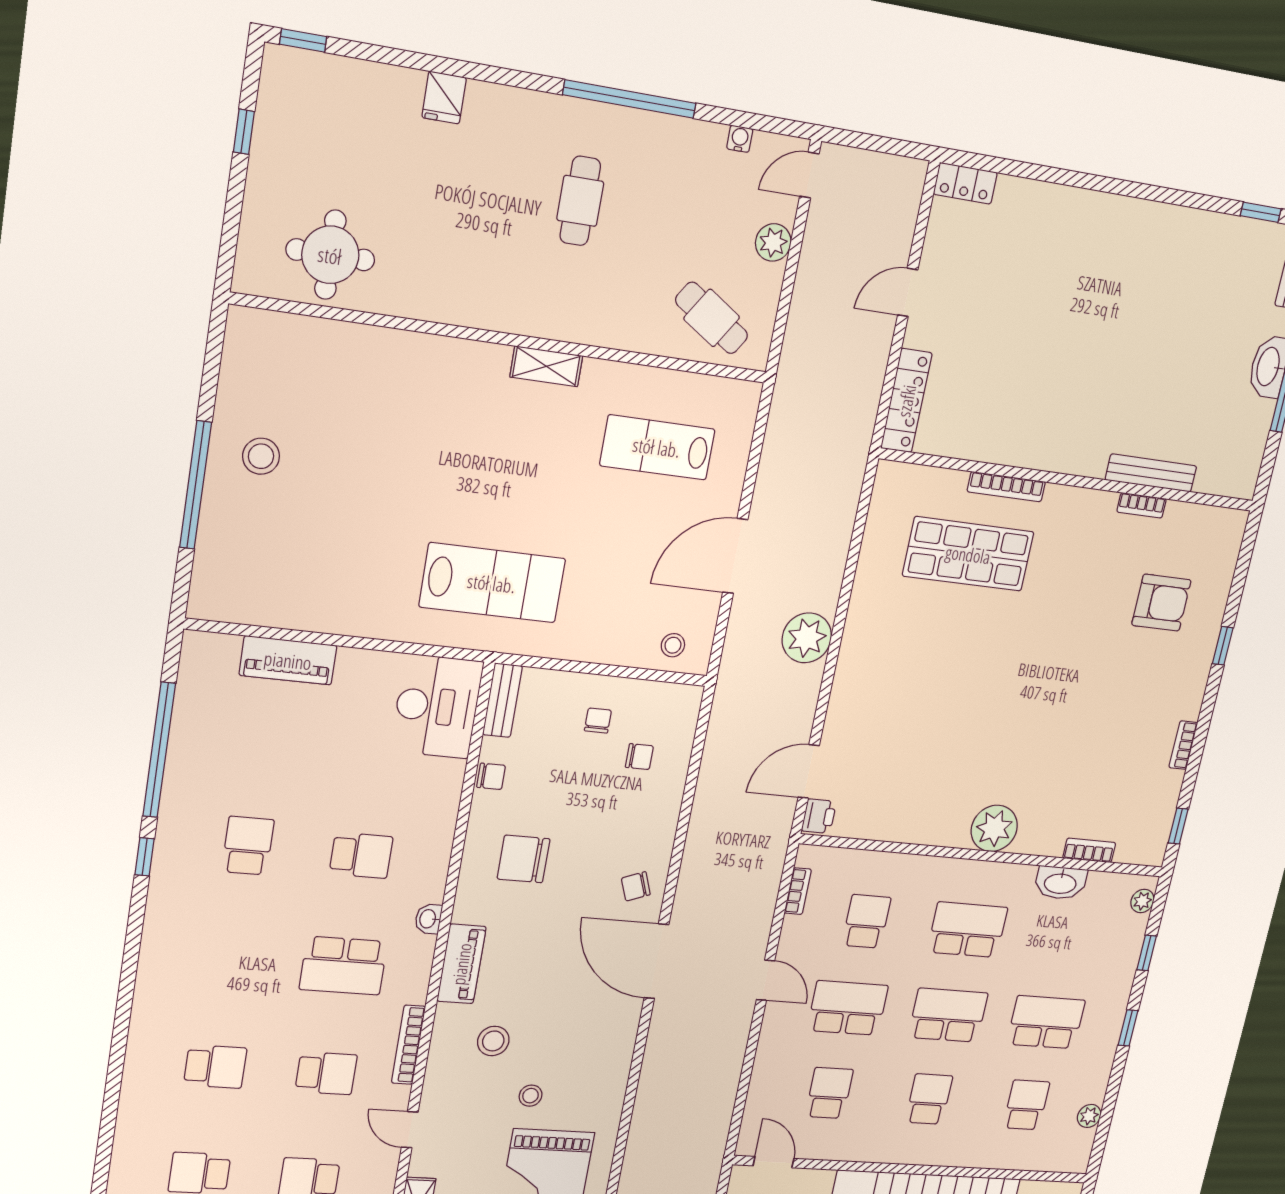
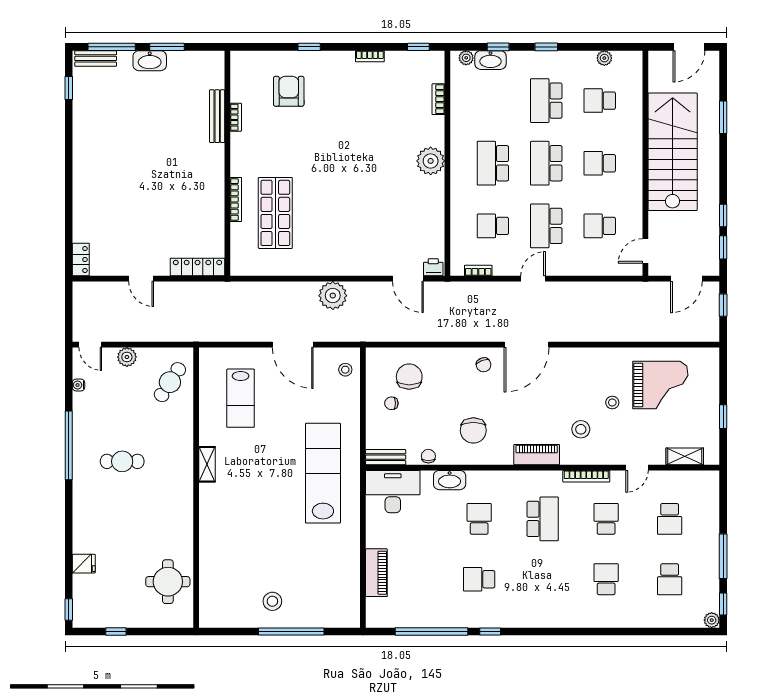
fridge: (444, 98) -> (84, 564), moved
lab bench: (492, 583) -> (323, 473), width x1.36
chair: (639, 757) -> (409, 377), width x1.87, depth x1.87
washbasin: (1060, 883) -> (490, 60), moved, turned 90
washbasin: (428, 919) -> (450, 480), moved, width x1.91, depth x1.45

